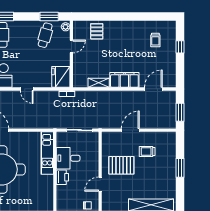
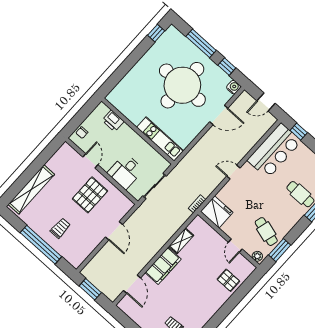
trolley: (147, 152) -> (60, 228), moved
desk: (68, 158) -> (125, 171), moved, turned 180
window: (180, 168) -> (41, 245), width x2.11
printer: (62, 177) -> (113, 121), moved

